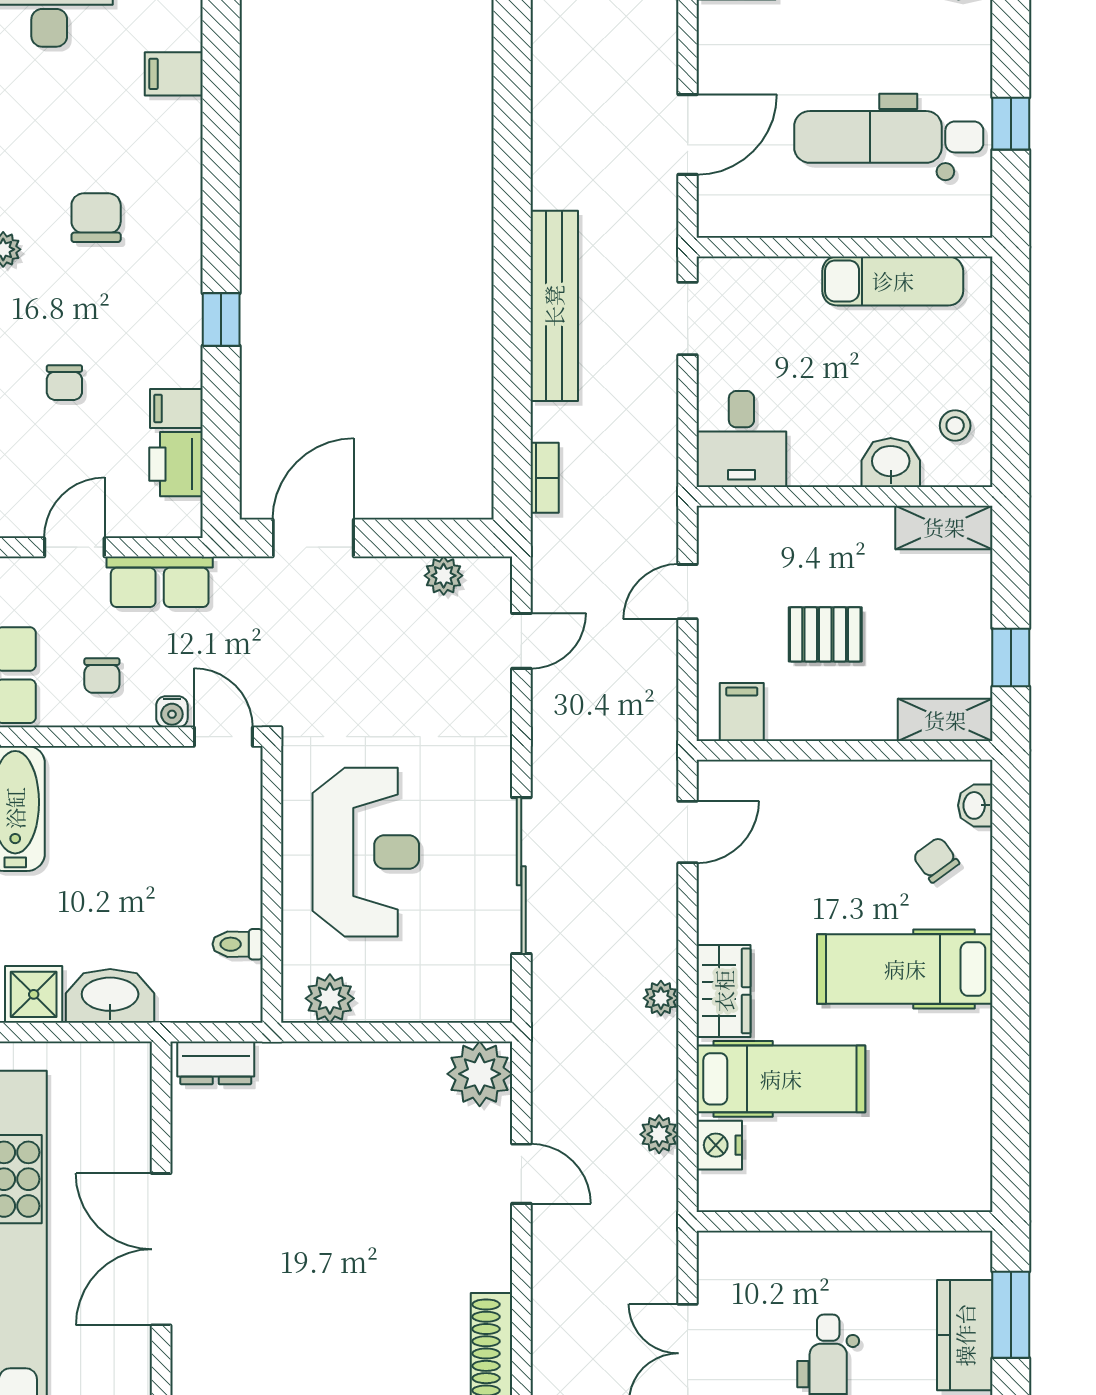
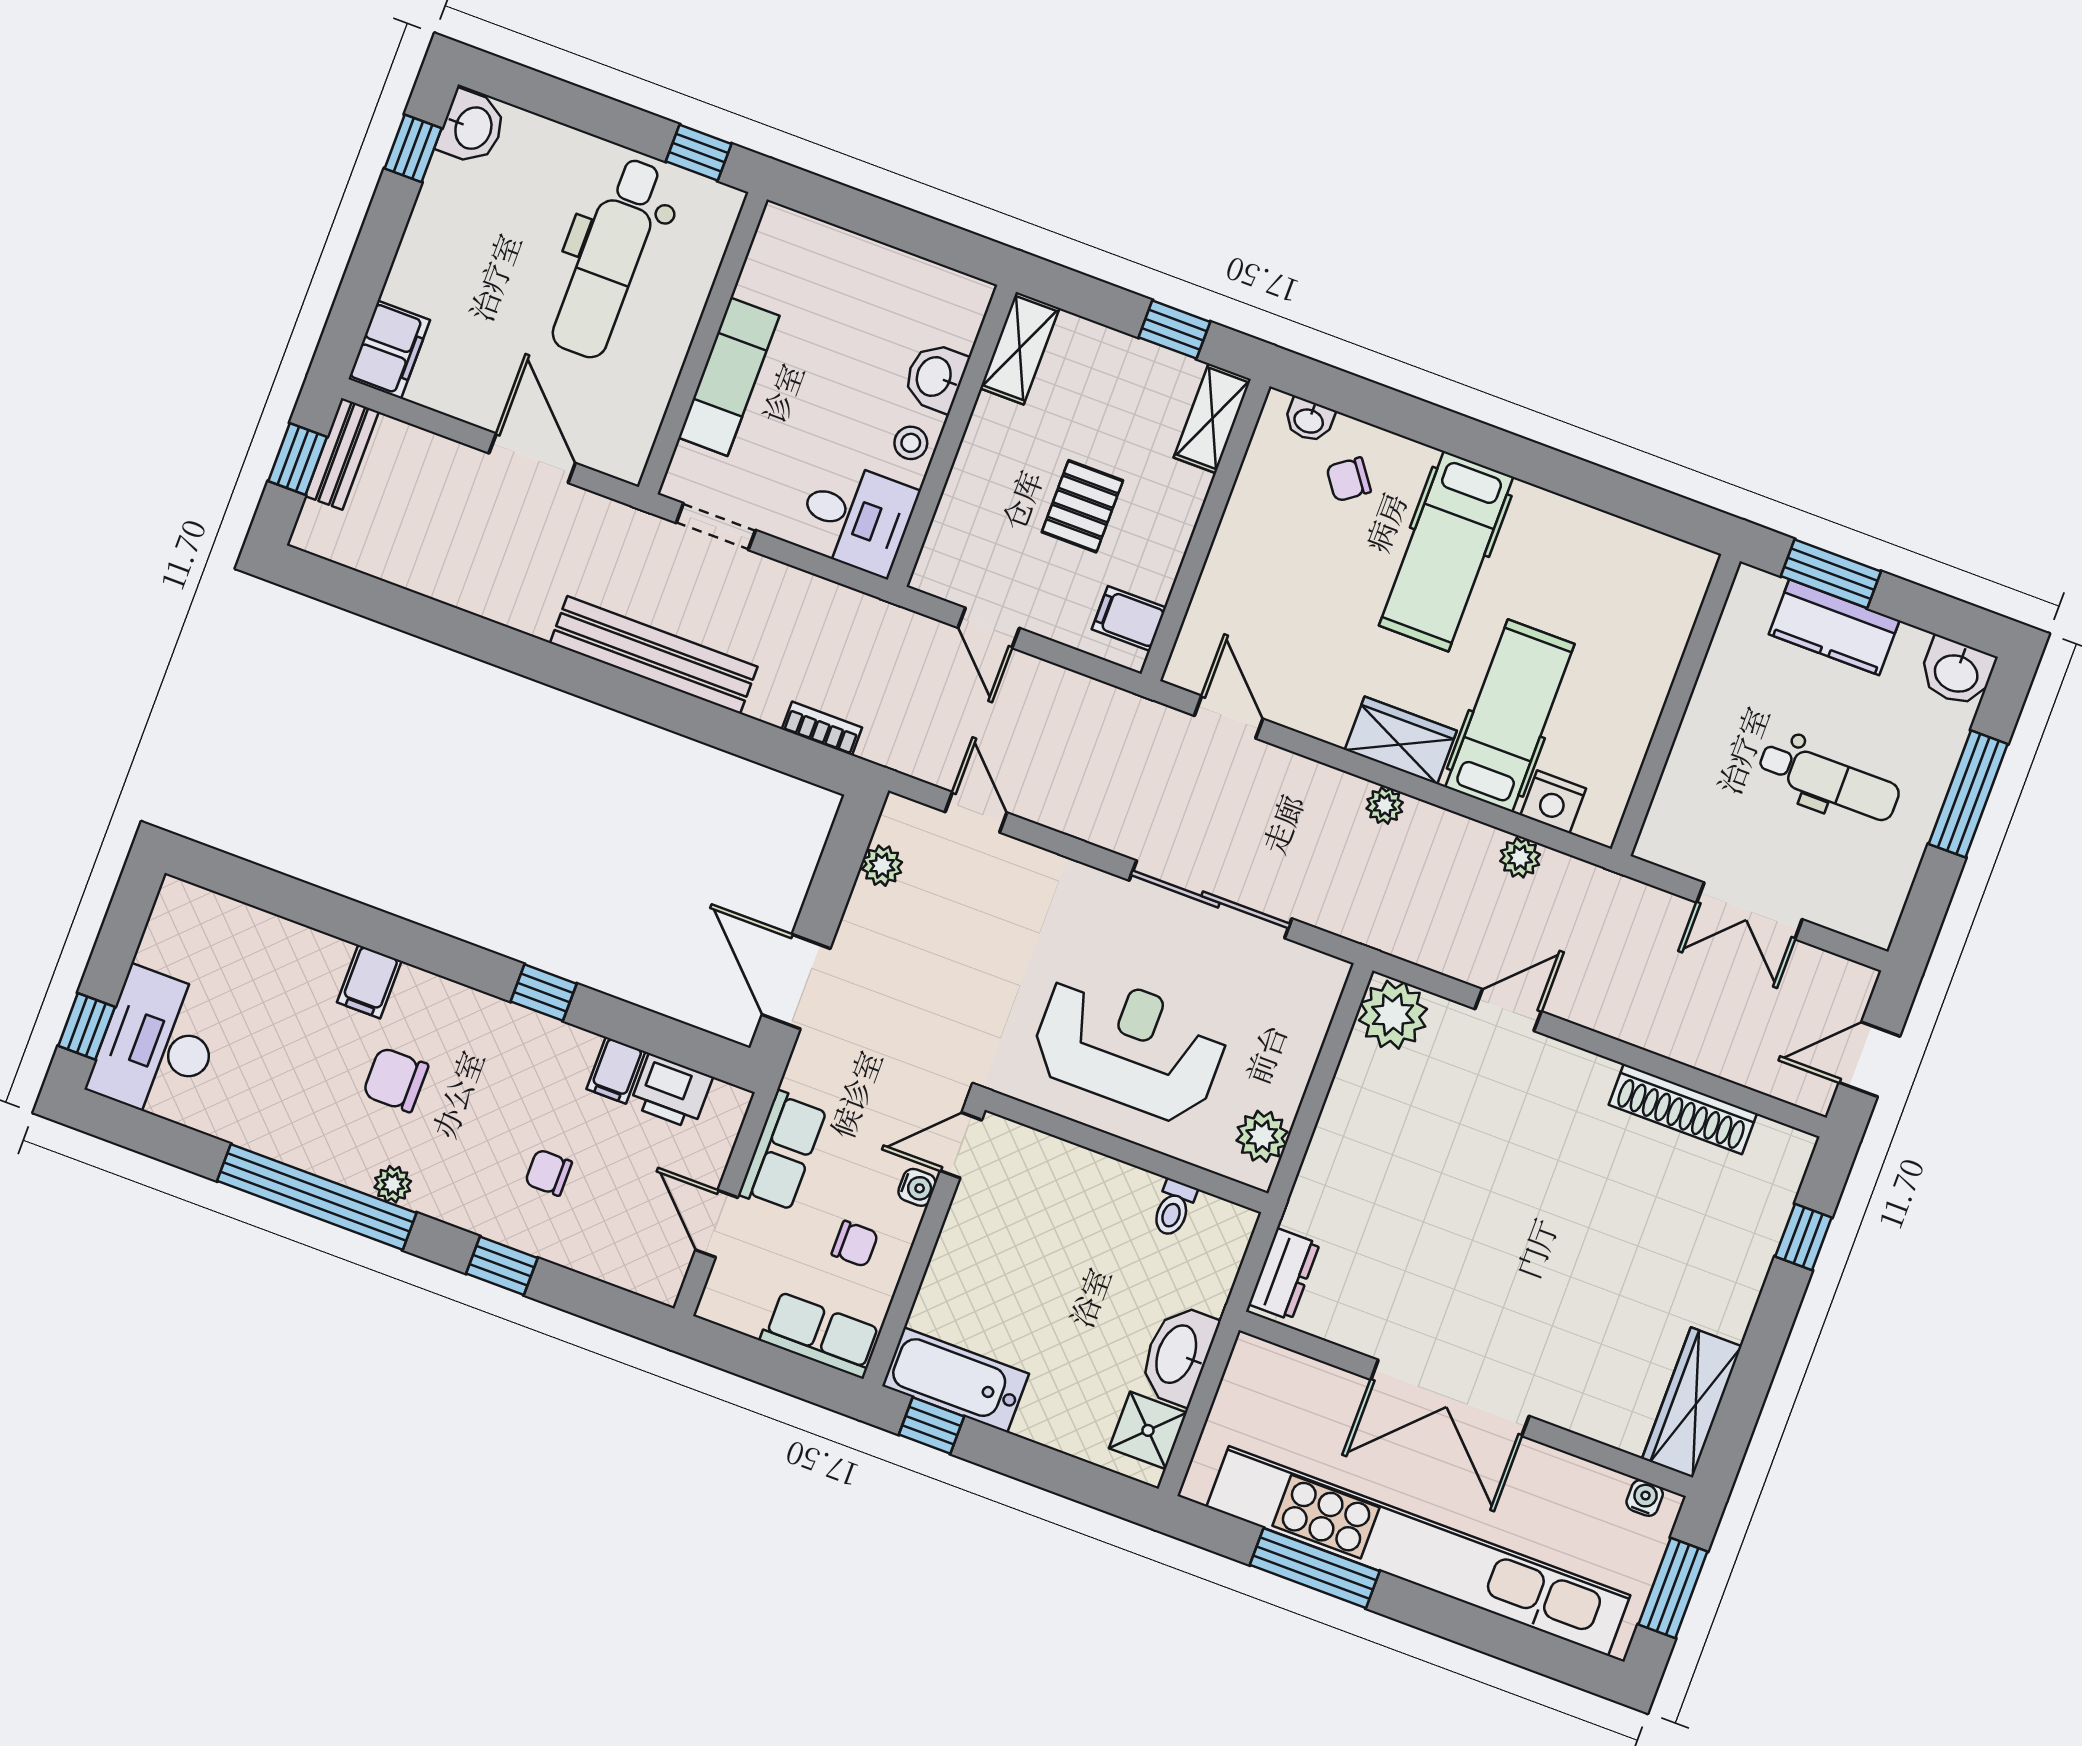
filing cabinet: (174, 74) -> (369, 982), moved
window: (1011, 124) -> (699, 153), moved
exam couch: (893, 281) -> (729, 377), moved
chair: (64, 383) -> (548, 1173), turned 180
stool: (955, 426) -> (911, 443), moved

